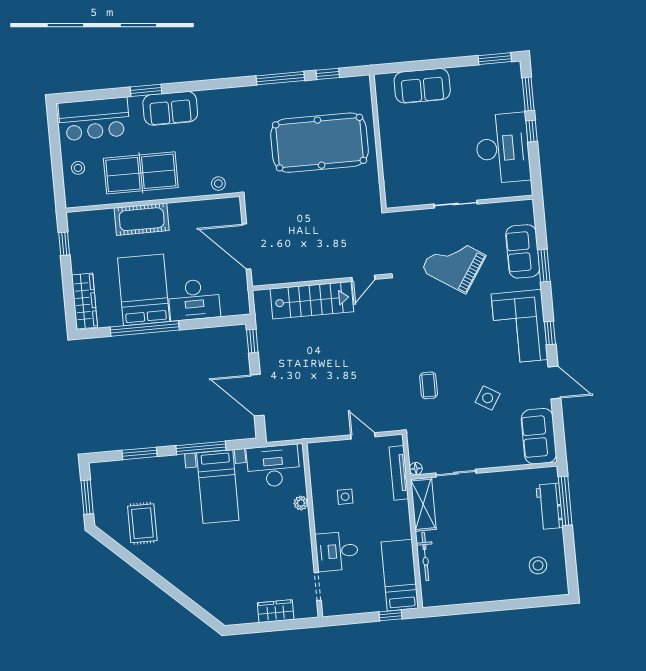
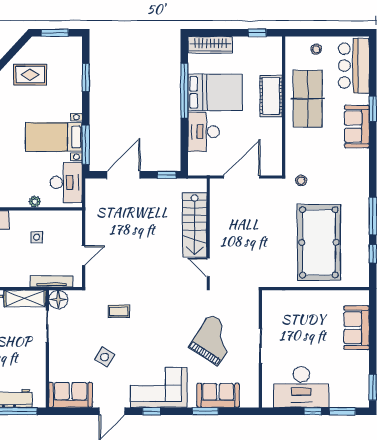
stool: (218, 184) -> (301, 181), moved
window: (201, 448) -> (86, 145), moved
floor lamp: (416, 469) -> (58, 300), width x1.89, depth x1.89

